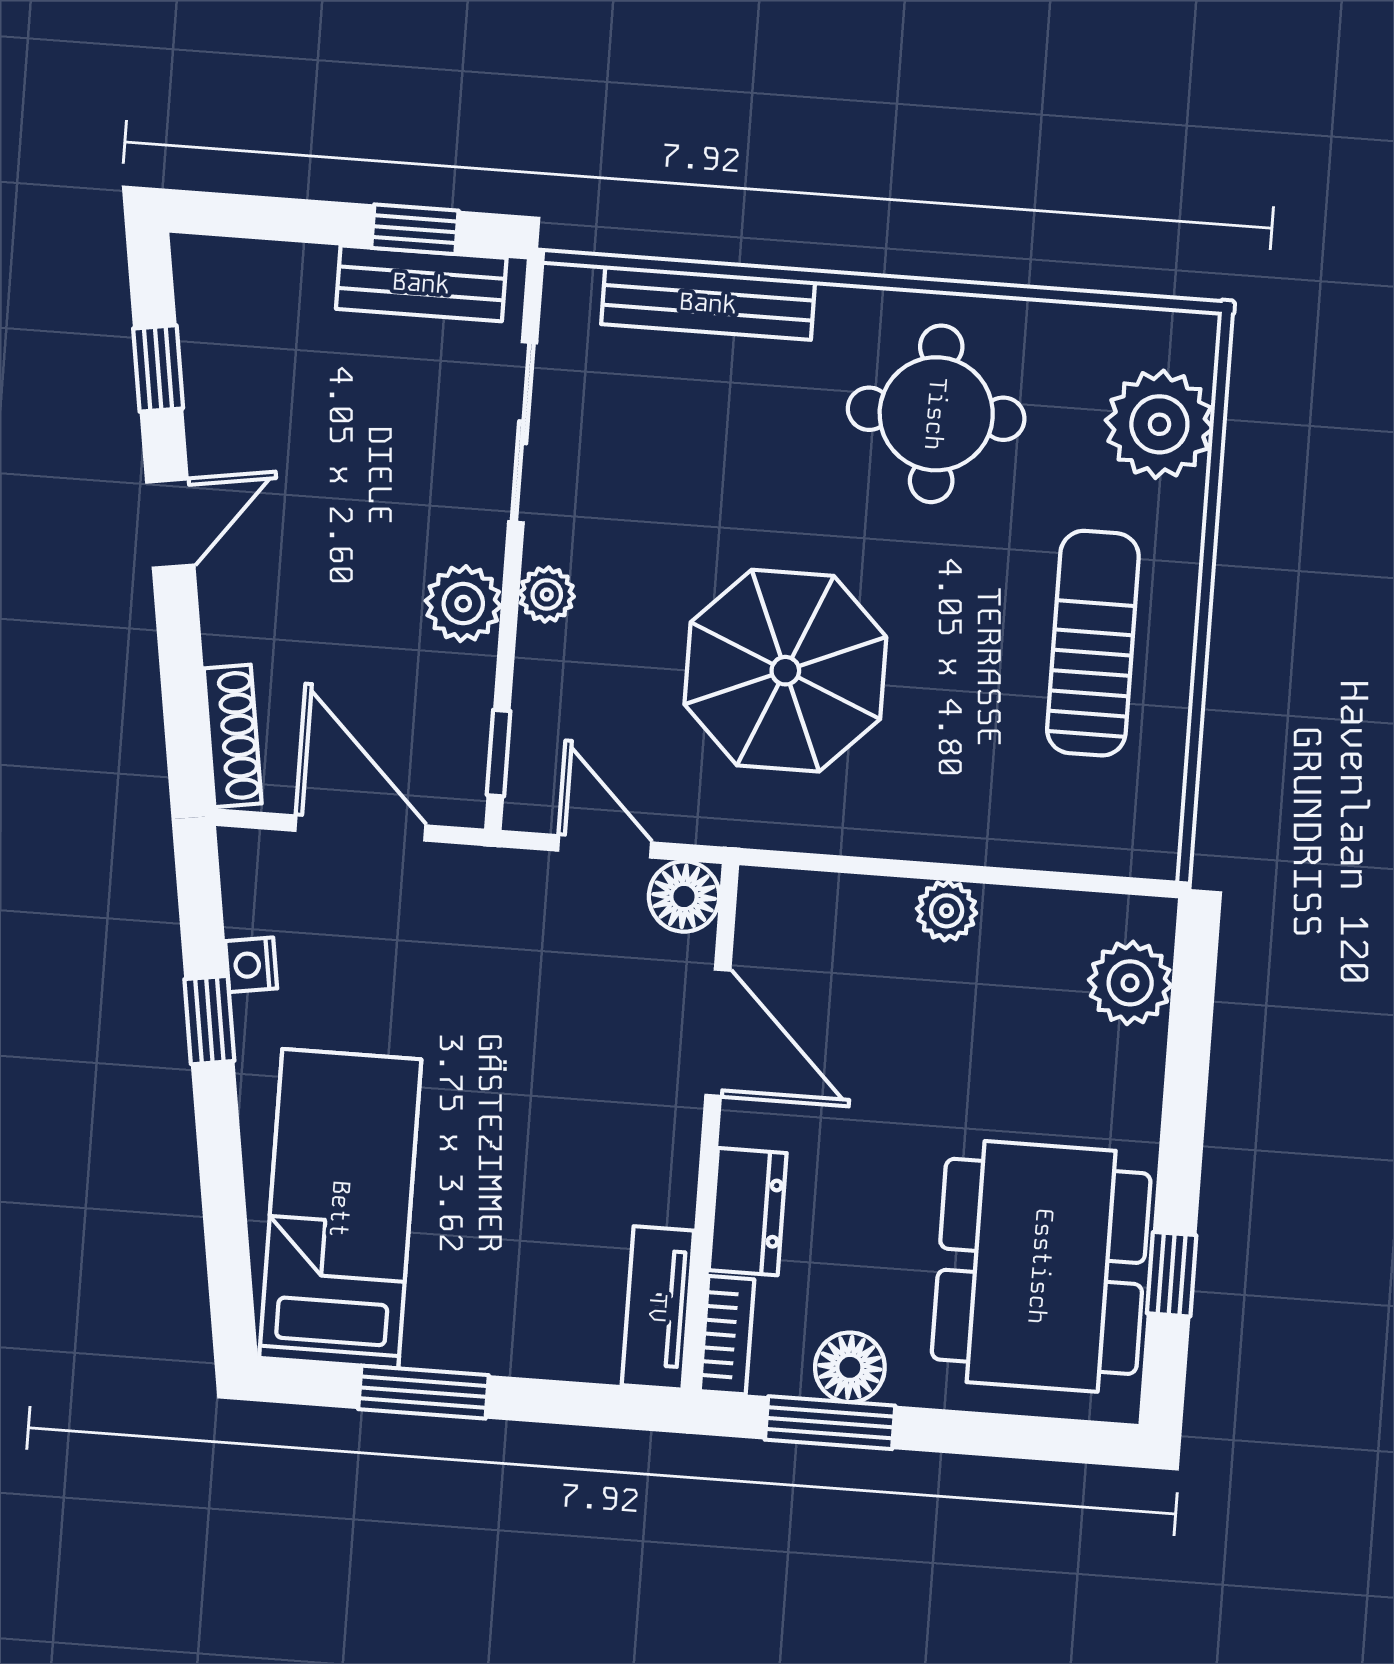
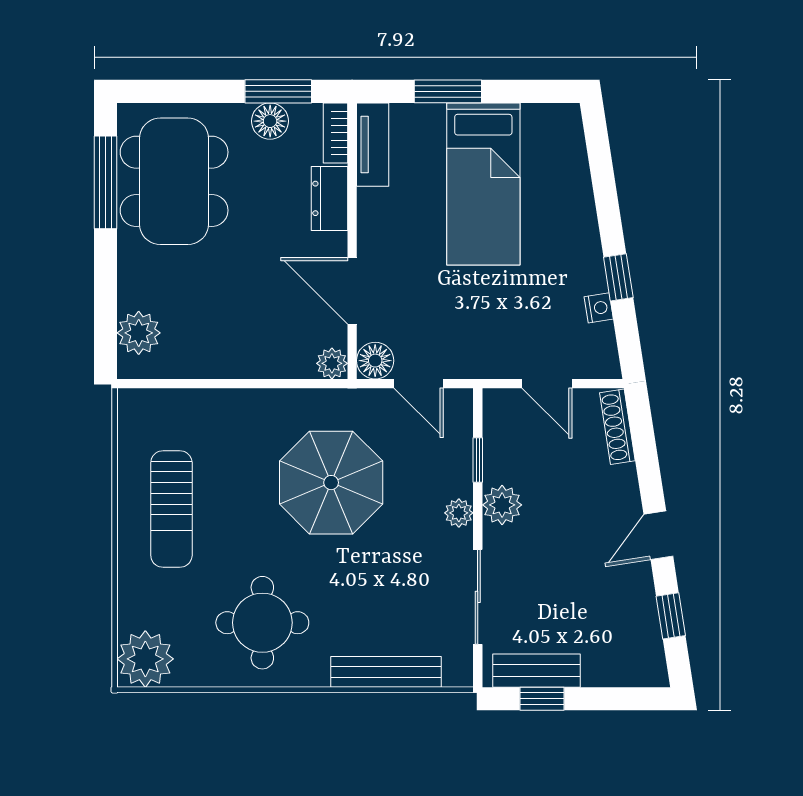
plant: (1159, 424) -> (145, 659), moved
window: (499, 753) -> (478, 460), moved
door: (360, 828) -> (547, 384), width x0.73
plant: (947, 911) -> (332, 363), moved
bed: (340, 1209) -> (483, 184), moved
window: (1172, 1274) -> (106, 182), width x2.17
window: (423, 1392) -> (448, 91), moved

